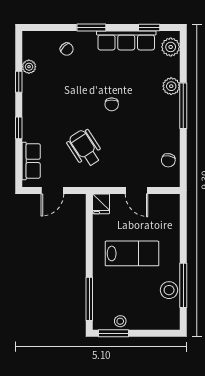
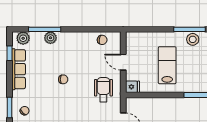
window: (91, 27) -> (10, 108), moved
window: (183, 106) -> (45, 29), moved
wheelchair: (85, 148) -> (103, 90), moved, turned 123
door: (136, 190) -> (123, 62), swing flipped

